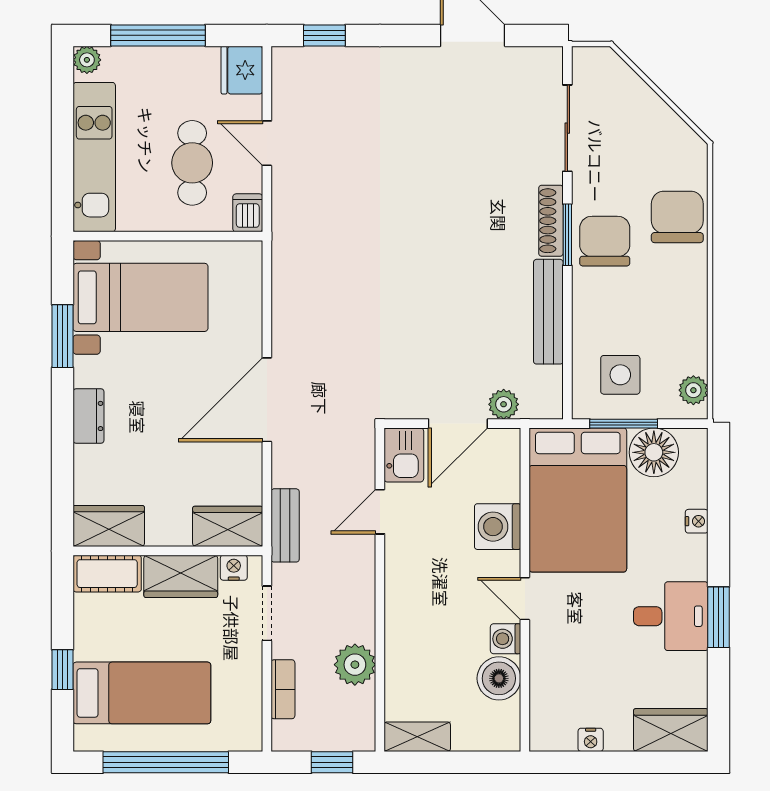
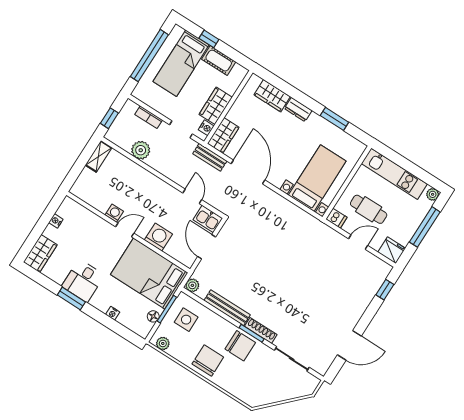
chair: (677, 217) -> (208, 361), moved, turned -90
bed with nightstands: (140, 297) -> (317, 178), moved, turned 180
door: (267, 400) -> (248, 172), moved
plant: (504, 404) -> (192, 285), moved
floor lamp: (654, 452) -> (153, 316), width x0.53, depth x0.53
wardrobe: (109, 526) -> (272, 96), moved, turned 90
cot: (107, 574) -> (219, 61), moved, turned 90
boiler: (499, 678) -> (101, 201), removed

